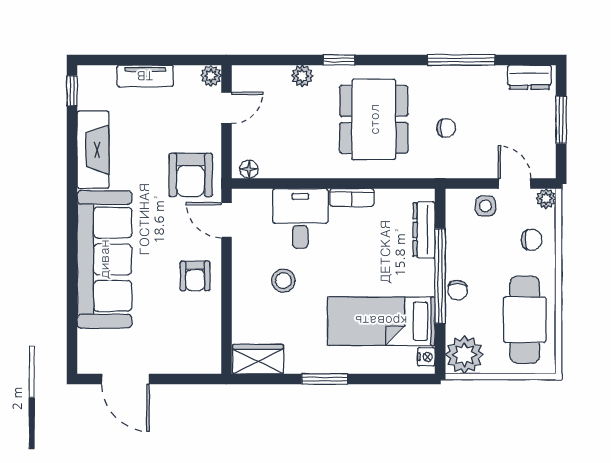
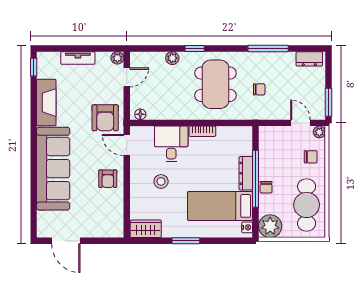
window: (561, 120) -> (328, 102), moved
side table: (485, 206) -> (283, 136), removed
dresser: (424, 230) -> (246, 173), moved

